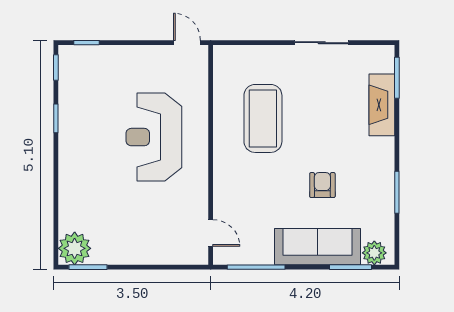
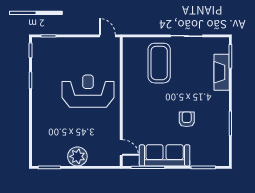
coffee table: (263, 118) -> (159, 63), moved
reception desk: (154, 137) -> (88, 91), turned 90
sofa: (318, 247) -> (165, 155), moved
plant: (75, 248) -> (77, 156), moved
plant: (374, 253) -> (217, 159), removed

